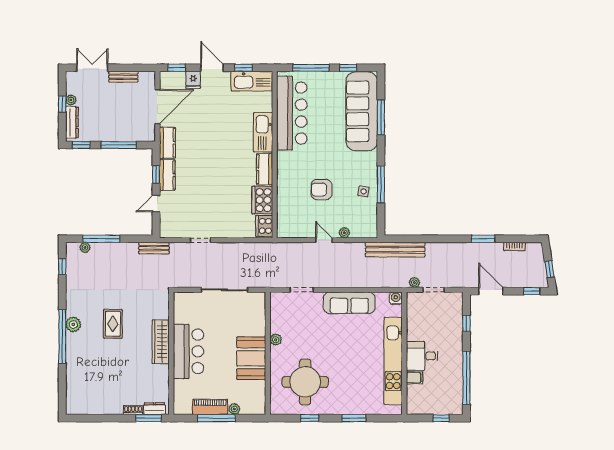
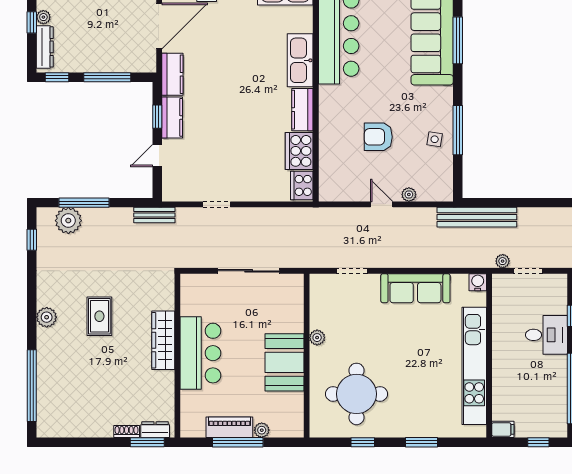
plant: (85, 248) -> (68, 221), width x1.88, depth x1.88
window: (62, 336) -> (32, 386), moved
desk: (422, 356) -> (546, 335), moved, turned 180
filing cabinet: (415, 378) -> (503, 429), moved

